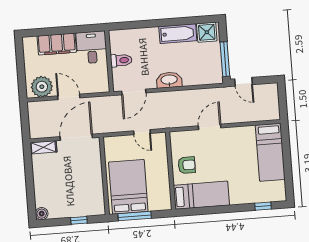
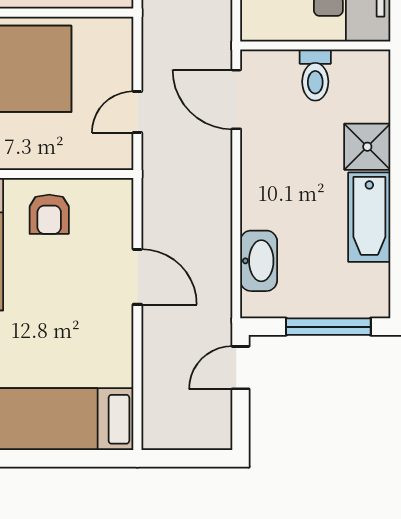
shower: (207, 32) -> (367, 147), moved
window: (225, 59) -> (328, 327), moved
washbasin: (169, 80) -> (259, 261), moved

